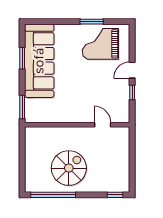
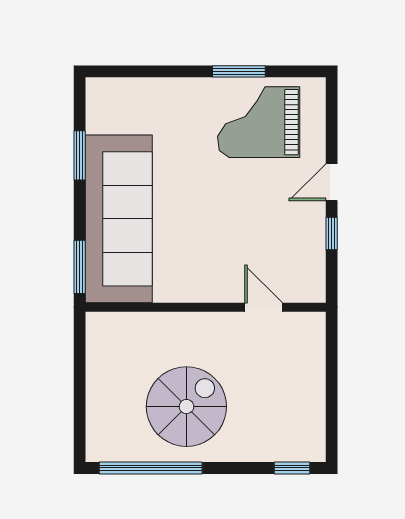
sofa: (39, 61) -> (119, 219), moved

